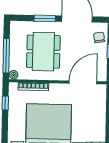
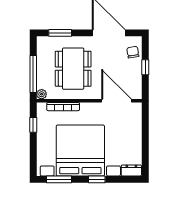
window: (45, 18) -> (60, 33), moved
door: (83, 82) -> (116, 101), hinge flipped

